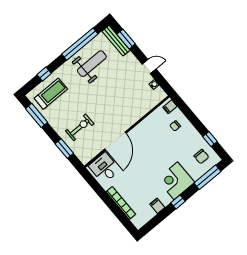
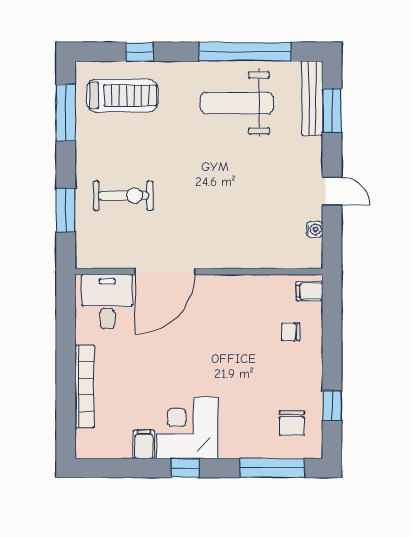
weight bench: (92, 64) -> (237, 103), turned 180
corner desk: (176, 181) -> (187, 428), moved

